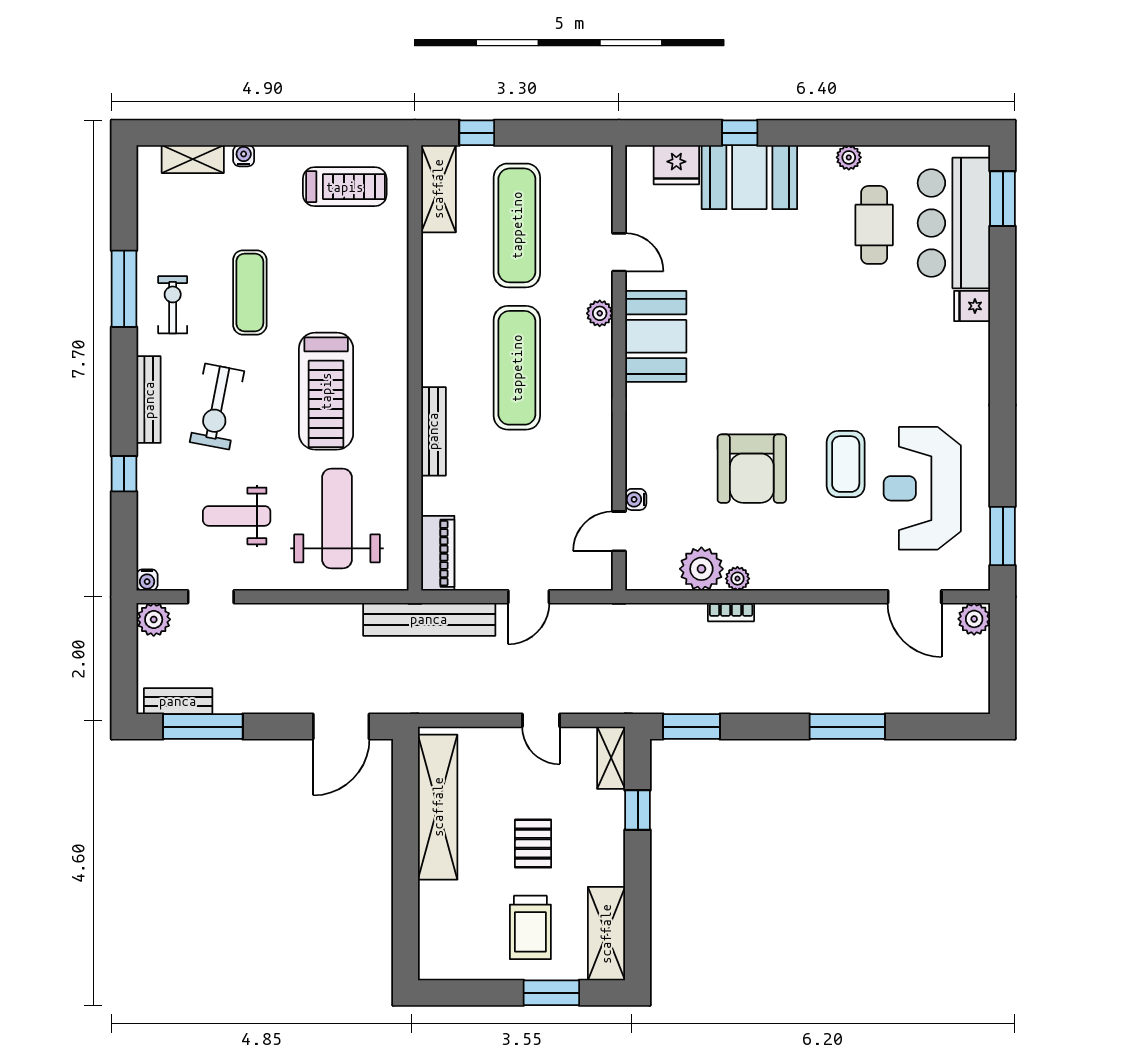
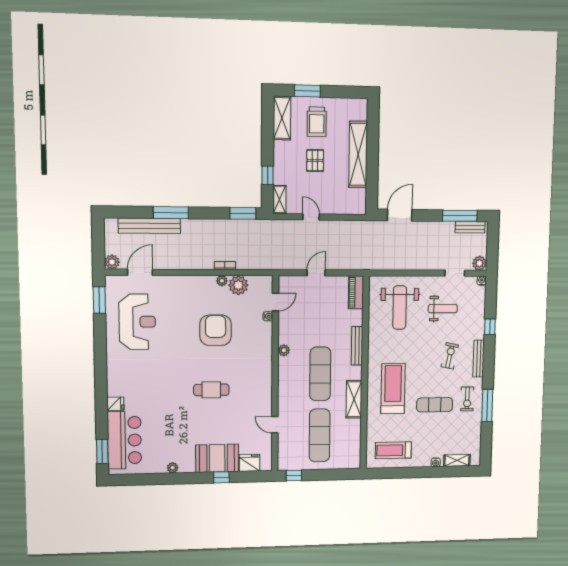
window: (477, 133) -> (294, 475), moved
shelving: (438, 189) -> (354, 399), moved
cafe table: (874, 225) -> (211, 390), moved, turned 90
exercise mat: (250, 292) -> (435, 405), turned 90
plant: (600, 313) -> (284, 350), moved
booth: (656, 336) -> (259, 388), removed
treadmill: (326, 391) -> (393, 389), moved
exercise bike: (217, 407) -> (450, 356), width x0.73, depth x0.72
coffee table: (846, 464) -> (173, 333), removed
door: (915, 597) -> (140, 272), hinge flipped
bench: (429, 619) -> (149, 226), moved
shelving: (438, 807) -> (358, 154), moved
trolley: (530, 927) -> (317, 122), turned 180

